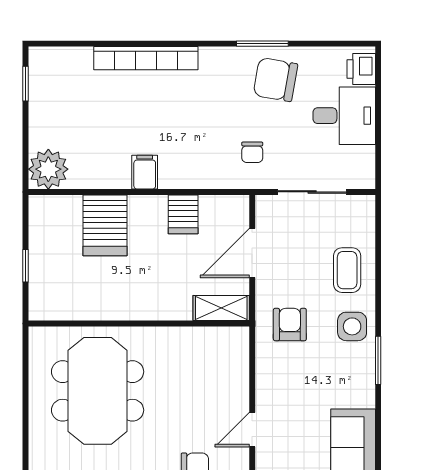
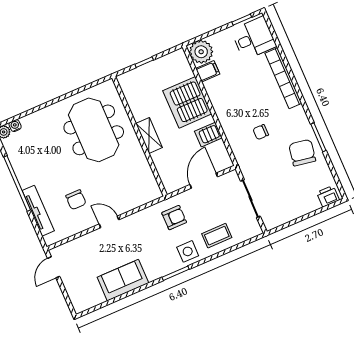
desk: (344, 116) -> (254, 38), moved, turned -90
chair: (252, 152) -> (261, 132), moved
filing cabinet: (145, 172) -> (208, 71), moved
server rack: (105, 225) -> (187, 102), width x1.60
door: (252, 253) -> (204, 181), hinge flipped
shelving: (221, 308) -> (149, 136), moved
meeting table: (98, 391) -> (94, 130), turned 90

